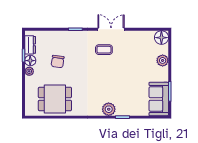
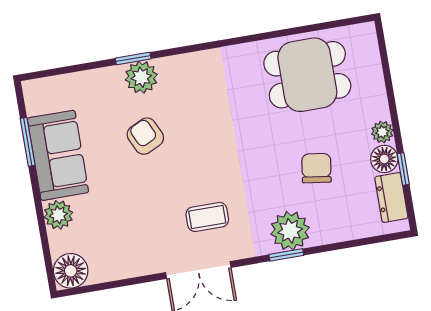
plant: (72, 39) -> (290, 231), added
armchair: (123, 86) -> (145, 136), added
sofa: (159, 99) -> (58, 155), moved
plant: (109, 109) -> (141, 77), moved

